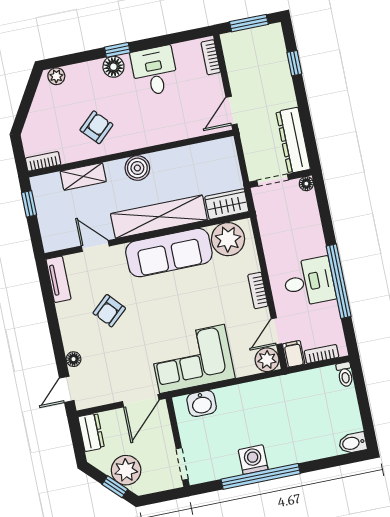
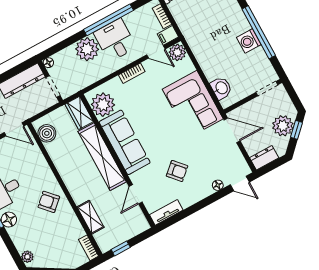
armchair: (96, 127) -> (49, 202), moved
boiler: (137, 168) -> (47, 133), moved
plant: (308, 241) -> (87, 49), added

